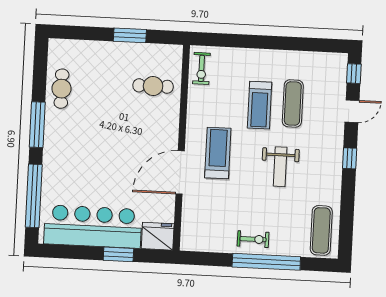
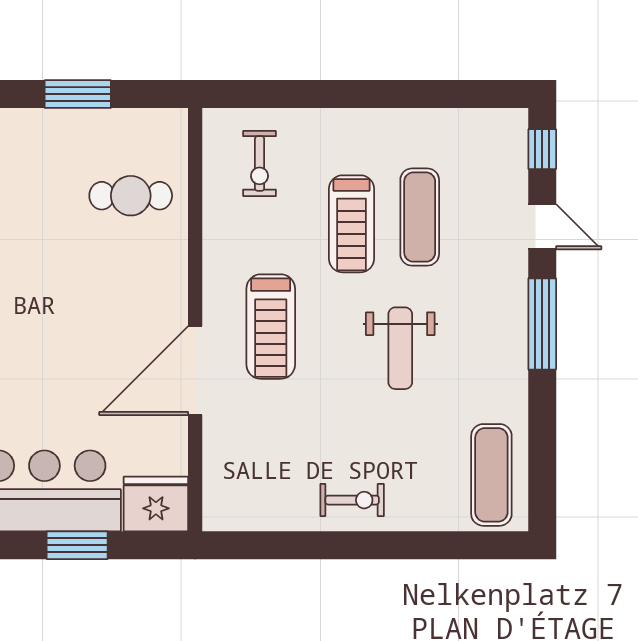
exercise bike: (201, 68) -> (260, 163), moved
door: (352, 111) -> (542, 227), hinge flipped
treadmill: (218, 153) -> (271, 327), turned 180
window: (350, 158) -> (542, 324), width x2.17
window: (266, 262) -> (382, 545), removed

